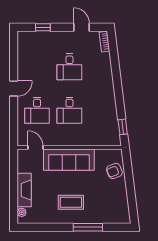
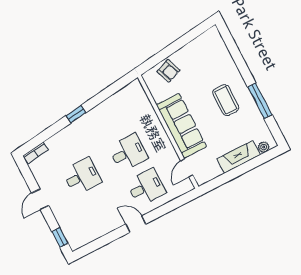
window: (43, 27) -> (60, 238), moved
door: (82, 27) -> (40, 199), moved
window: (123, 127) -> (76, 114), moved
window: (88, 227) -> (260, 101), moved

